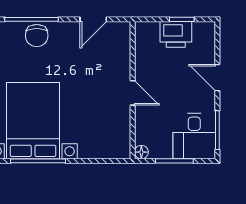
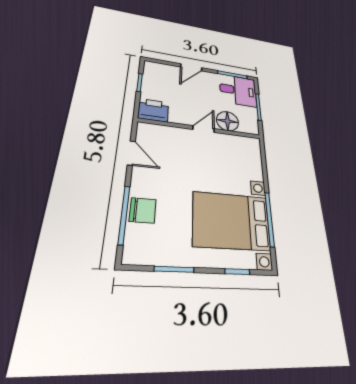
printer: (176, 34) -> (153, 110), moved, turned -90
floor lamp: (141, 152) -> (227, 121), moved, width x1.89, depth x1.89

